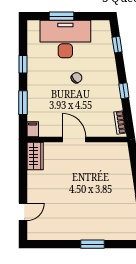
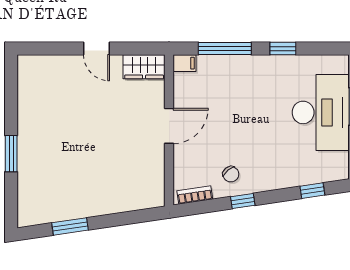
chair: (76, 78) -> (231, 174), moved
window: (23, 103) -> (225, 49), width x1.44
door: (23, 212) -> (96, 49), moved

